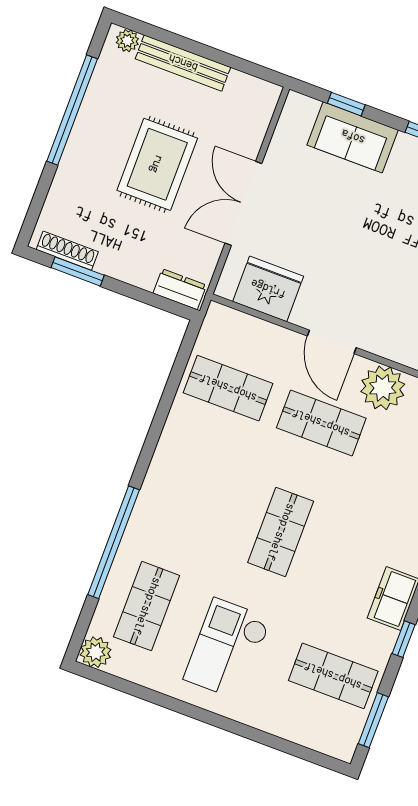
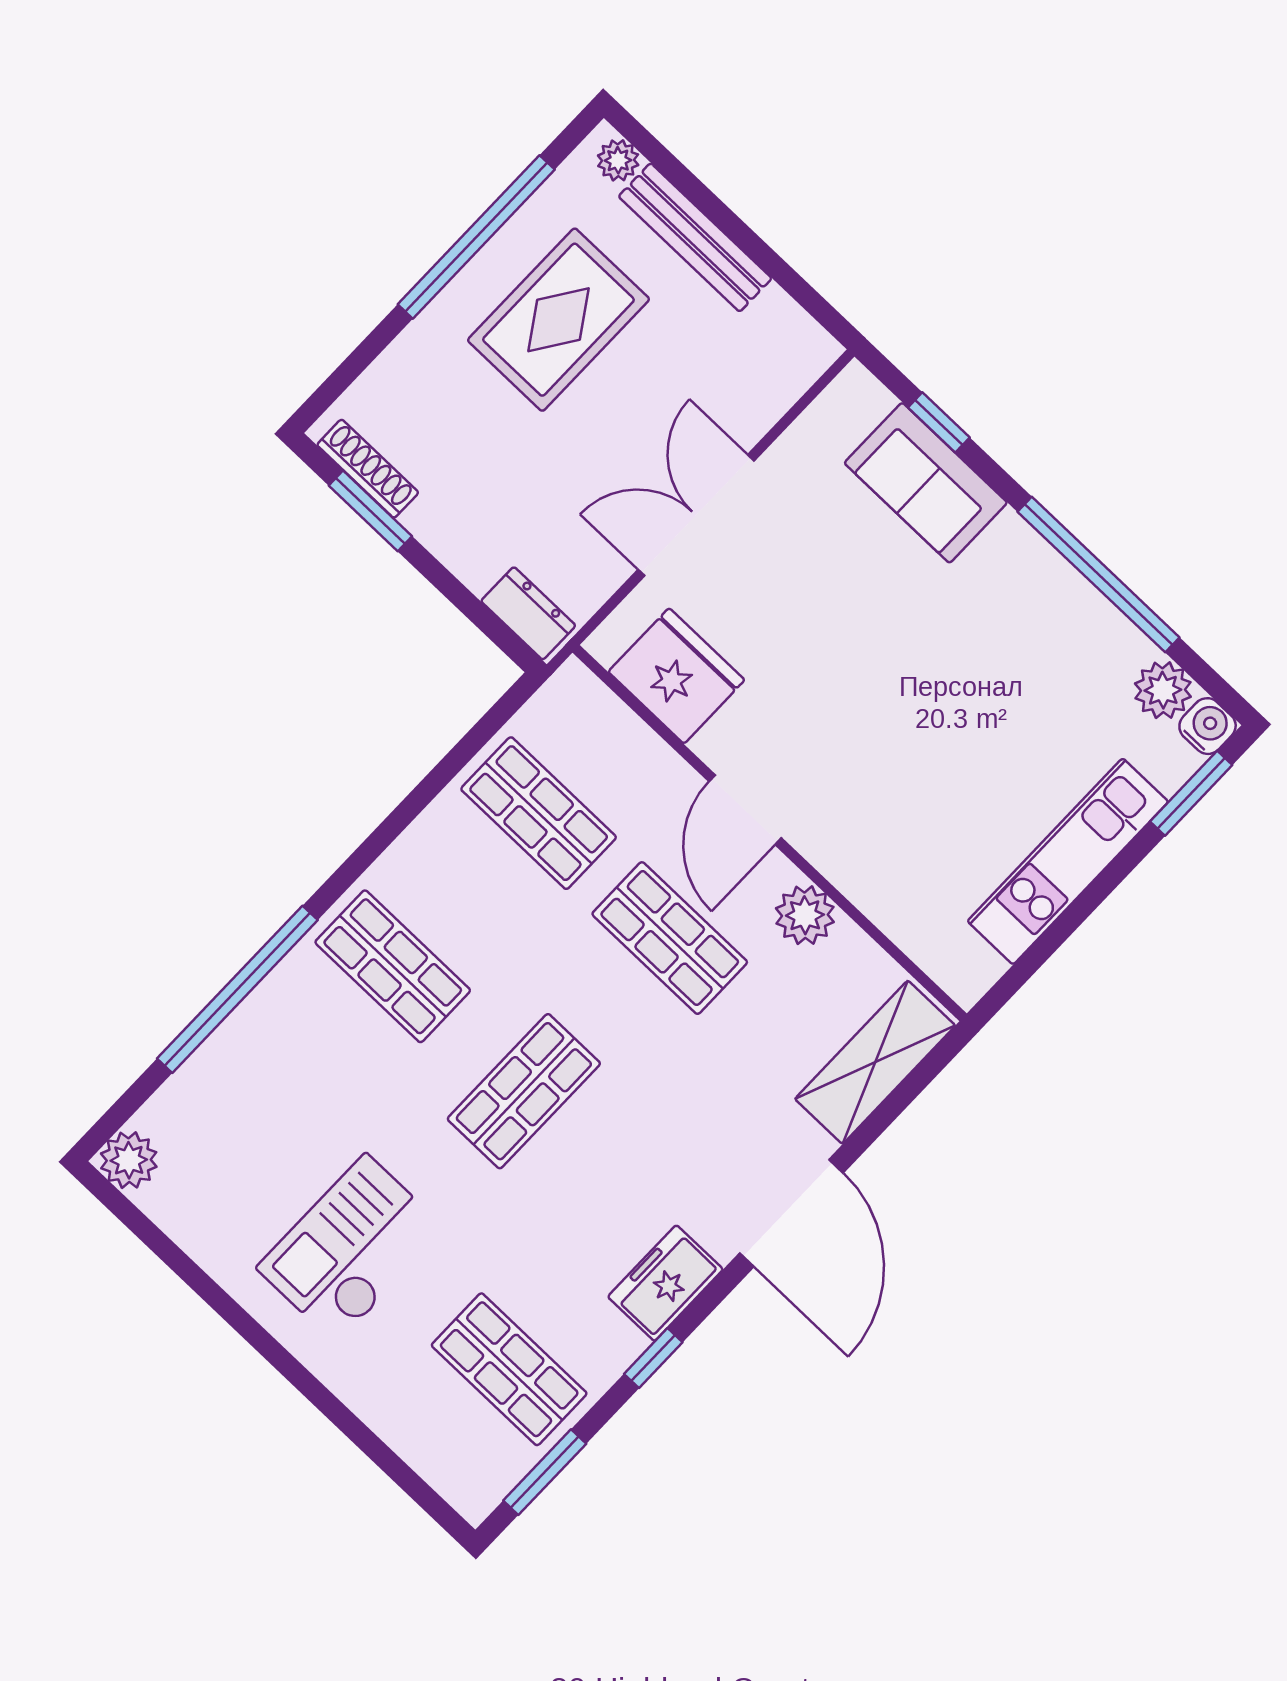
rug: (157, 164) -> (559, 320), moved
plant: (383, 388) -> (805, 915), width x0.73, depth x0.73
shop shelf: (147, 606) -> (393, 966), moved, turned 90

